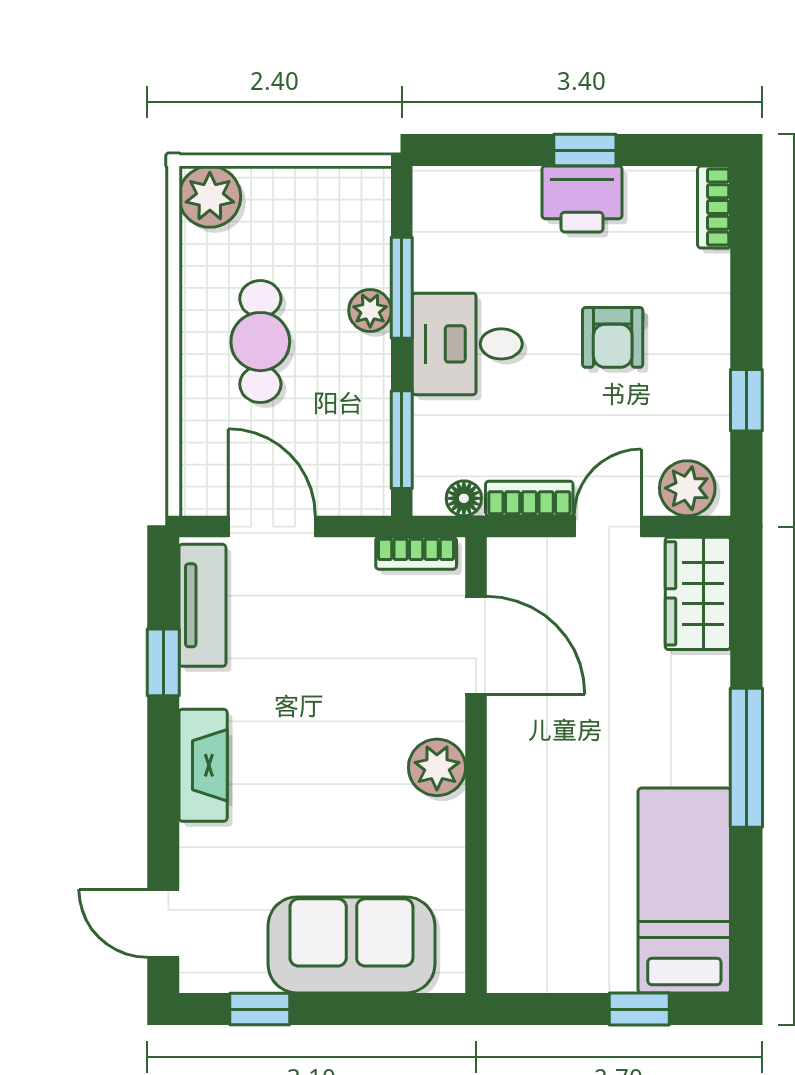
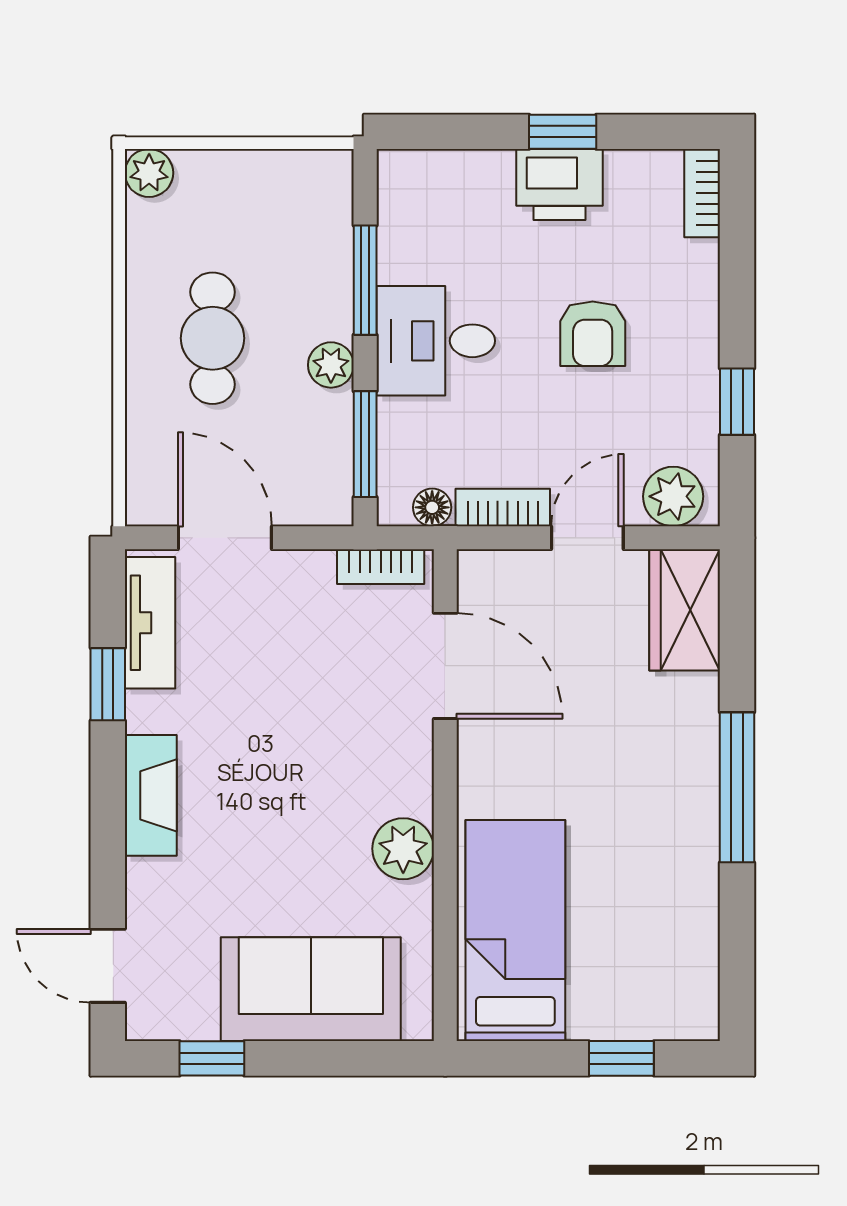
plant: (210, 197) -> (149, 173), width x0.73, depth x0.73
plant: (370, 310) -> (331, 365), moved
plant: (437, 767) -> (403, 849), moved
bed: (684, 891) -> (515, 931), moved

